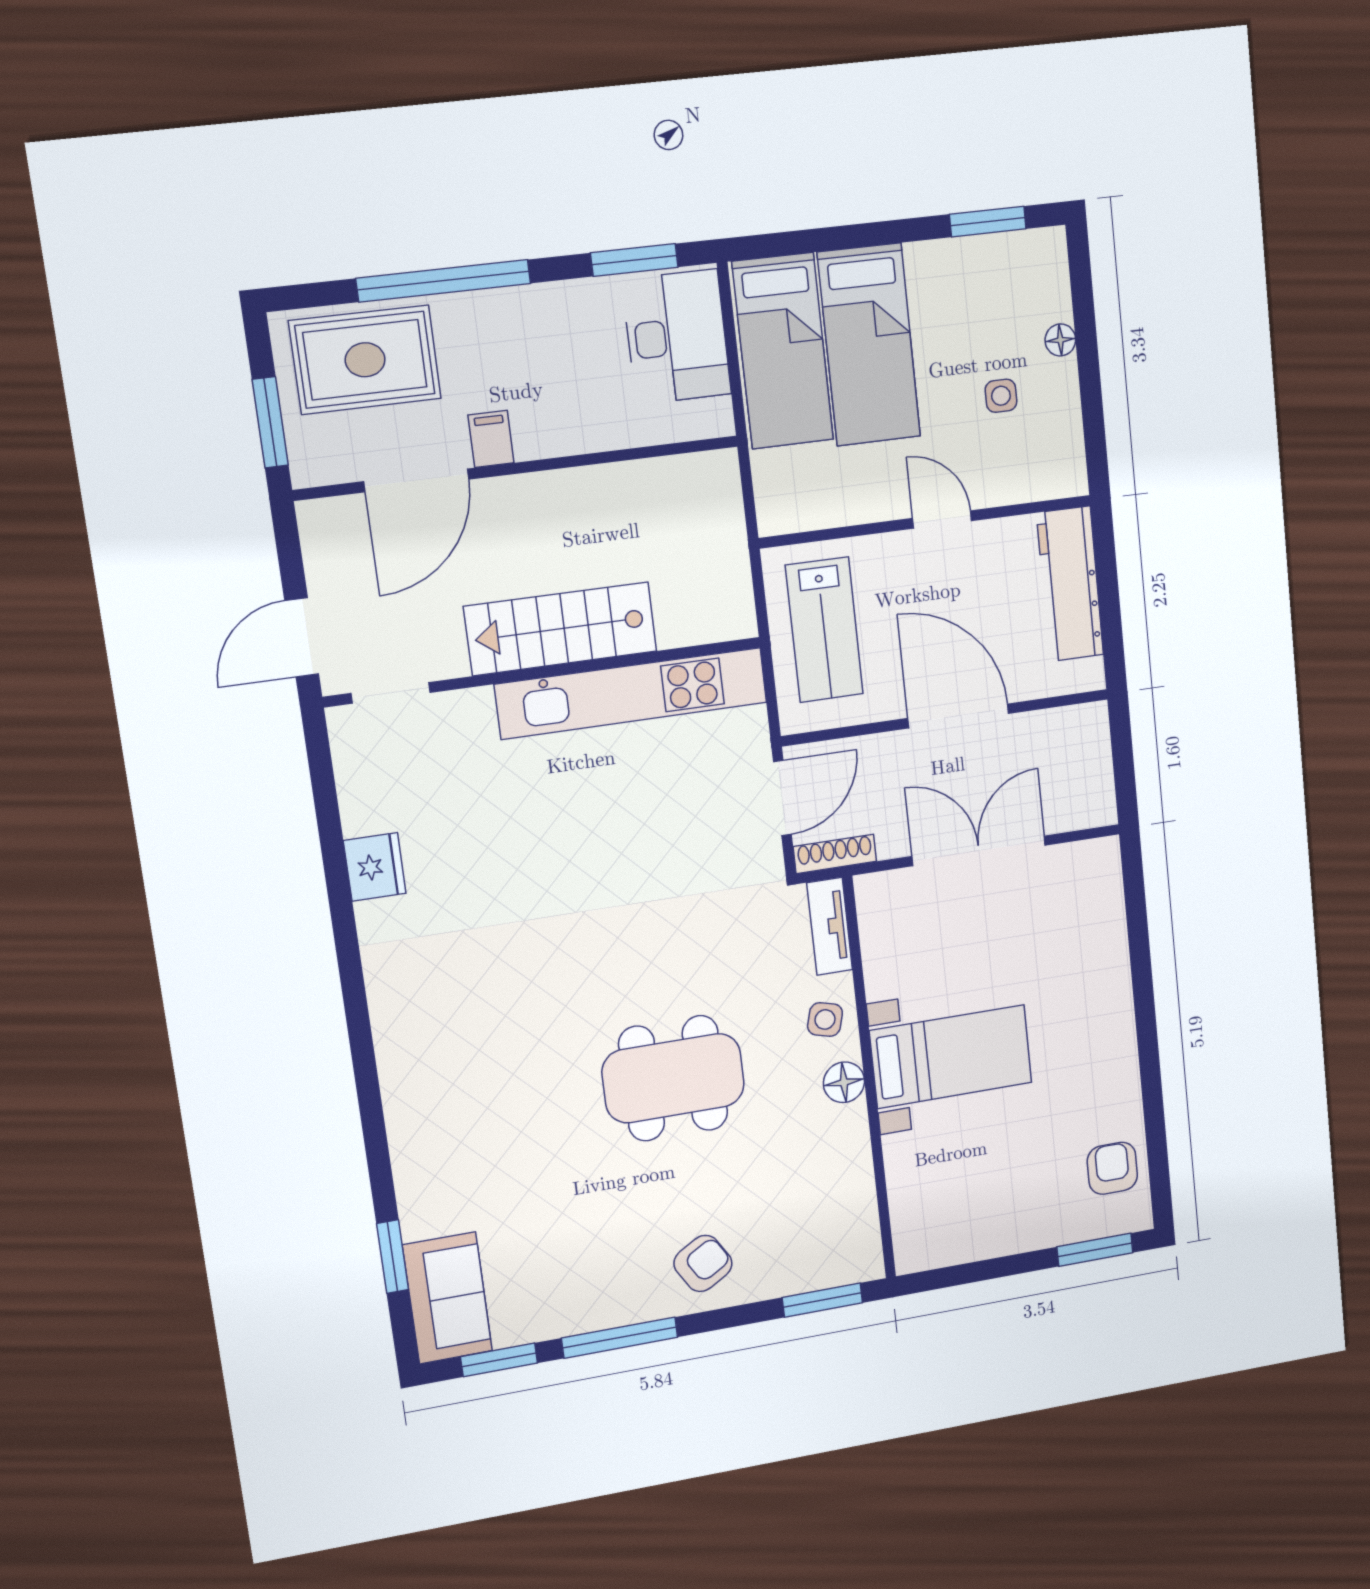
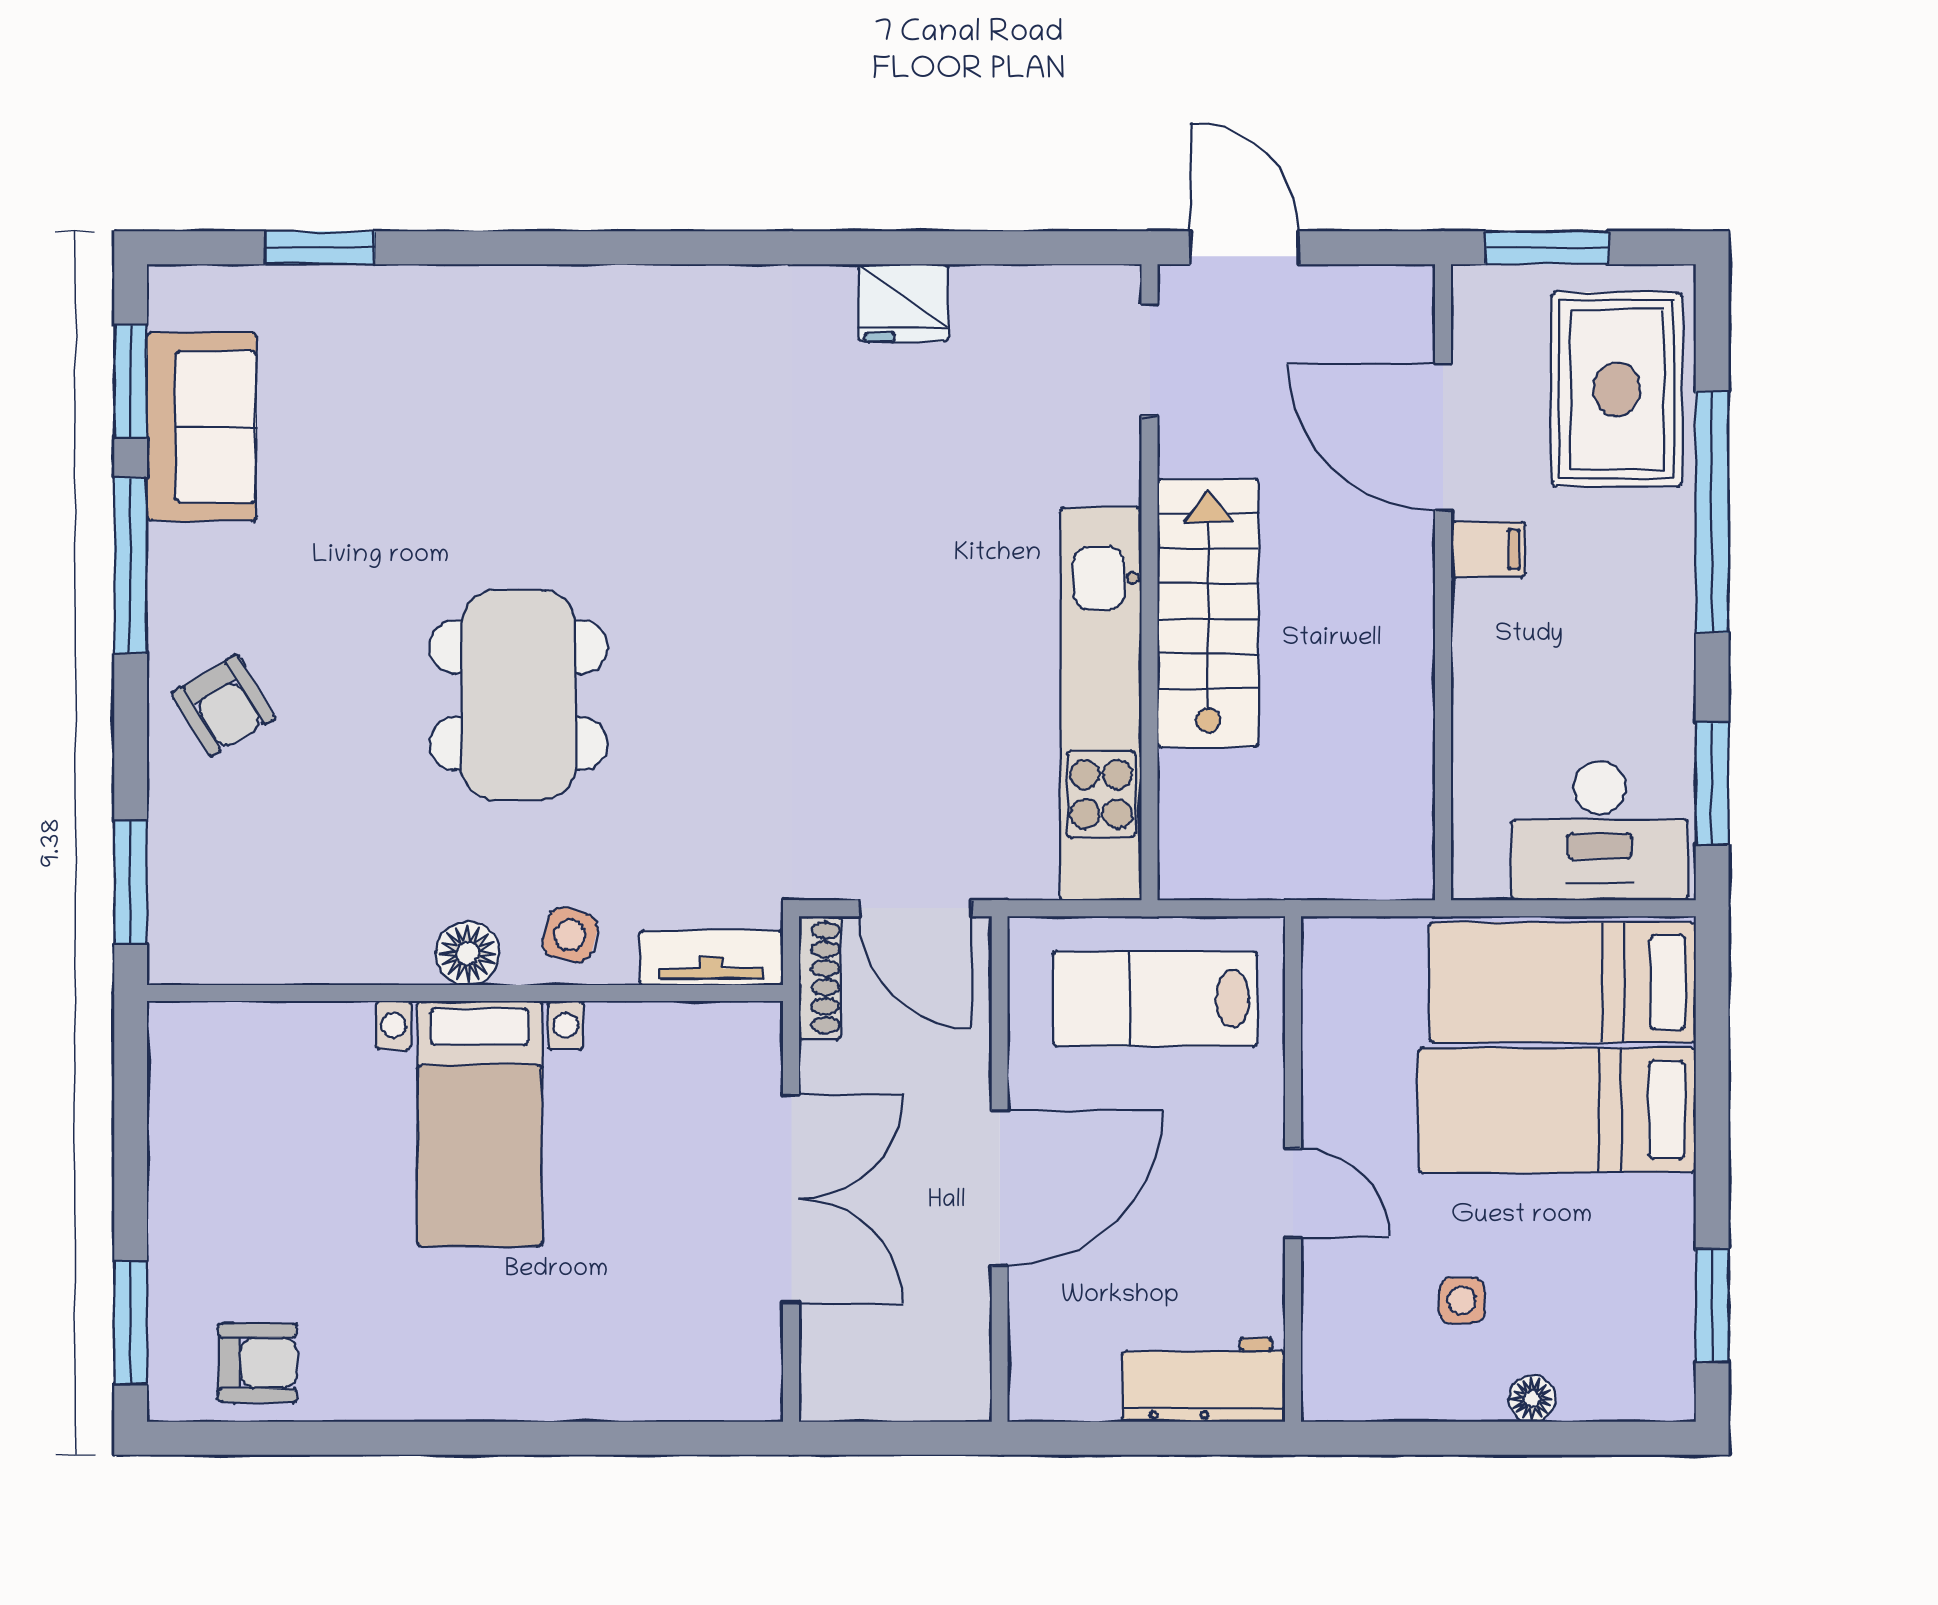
door: (942, 520) -> (1293, 1193), hinge flipped
workbench: (1070, 584) -> (1204, 1380), width x0.73
sofa: (447, 1298) -> (201, 427), moved, turned -90

